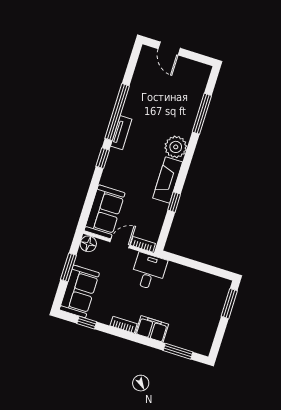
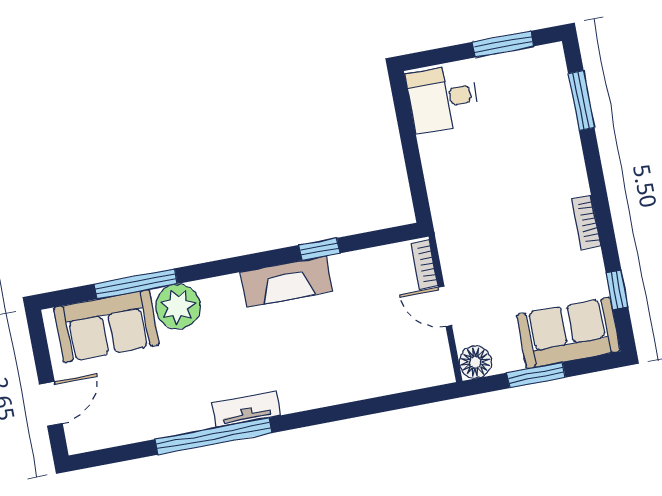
plant: (176, 147) -> (178, 307), moved
window: (103, 158) -> (309, 418), removed
sofa: (105, 212) -> (107, 326), moved, turned 180
desk: (149, 271) -> (443, 98), moved
window: (229, 304) -> (503, 44), moved
filing cabinet: (152, 329) -> (566, 168), removed

